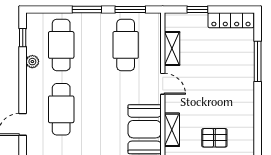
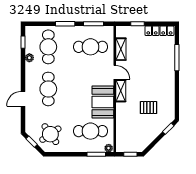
cafe table: (126, 45) -> (91, 47), turned 90
shelving: (172, 130) -> (121, 91), moved

